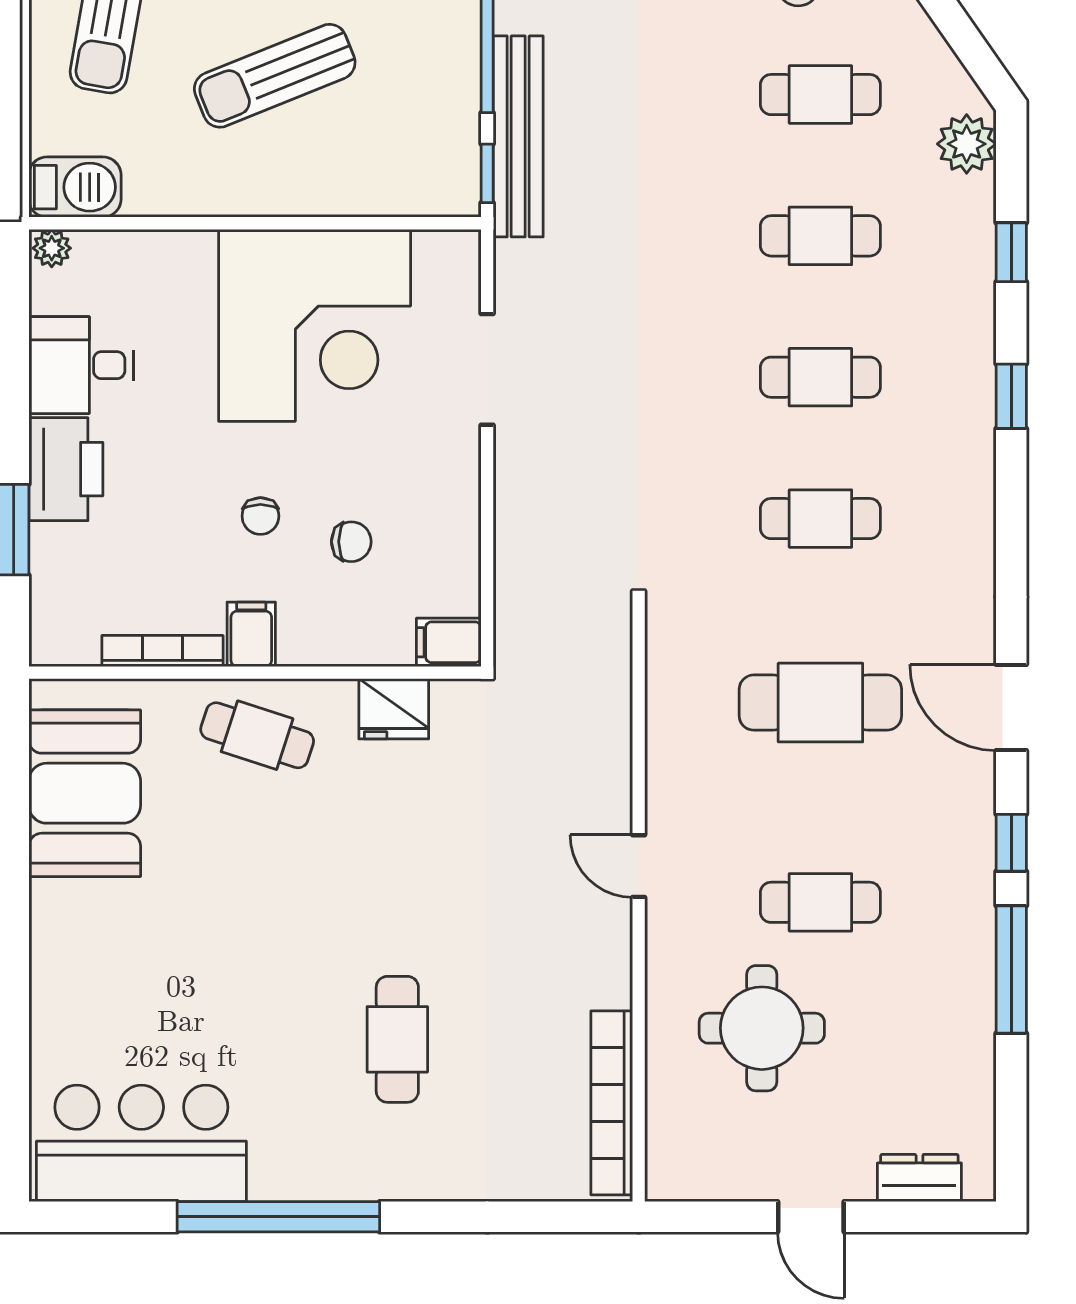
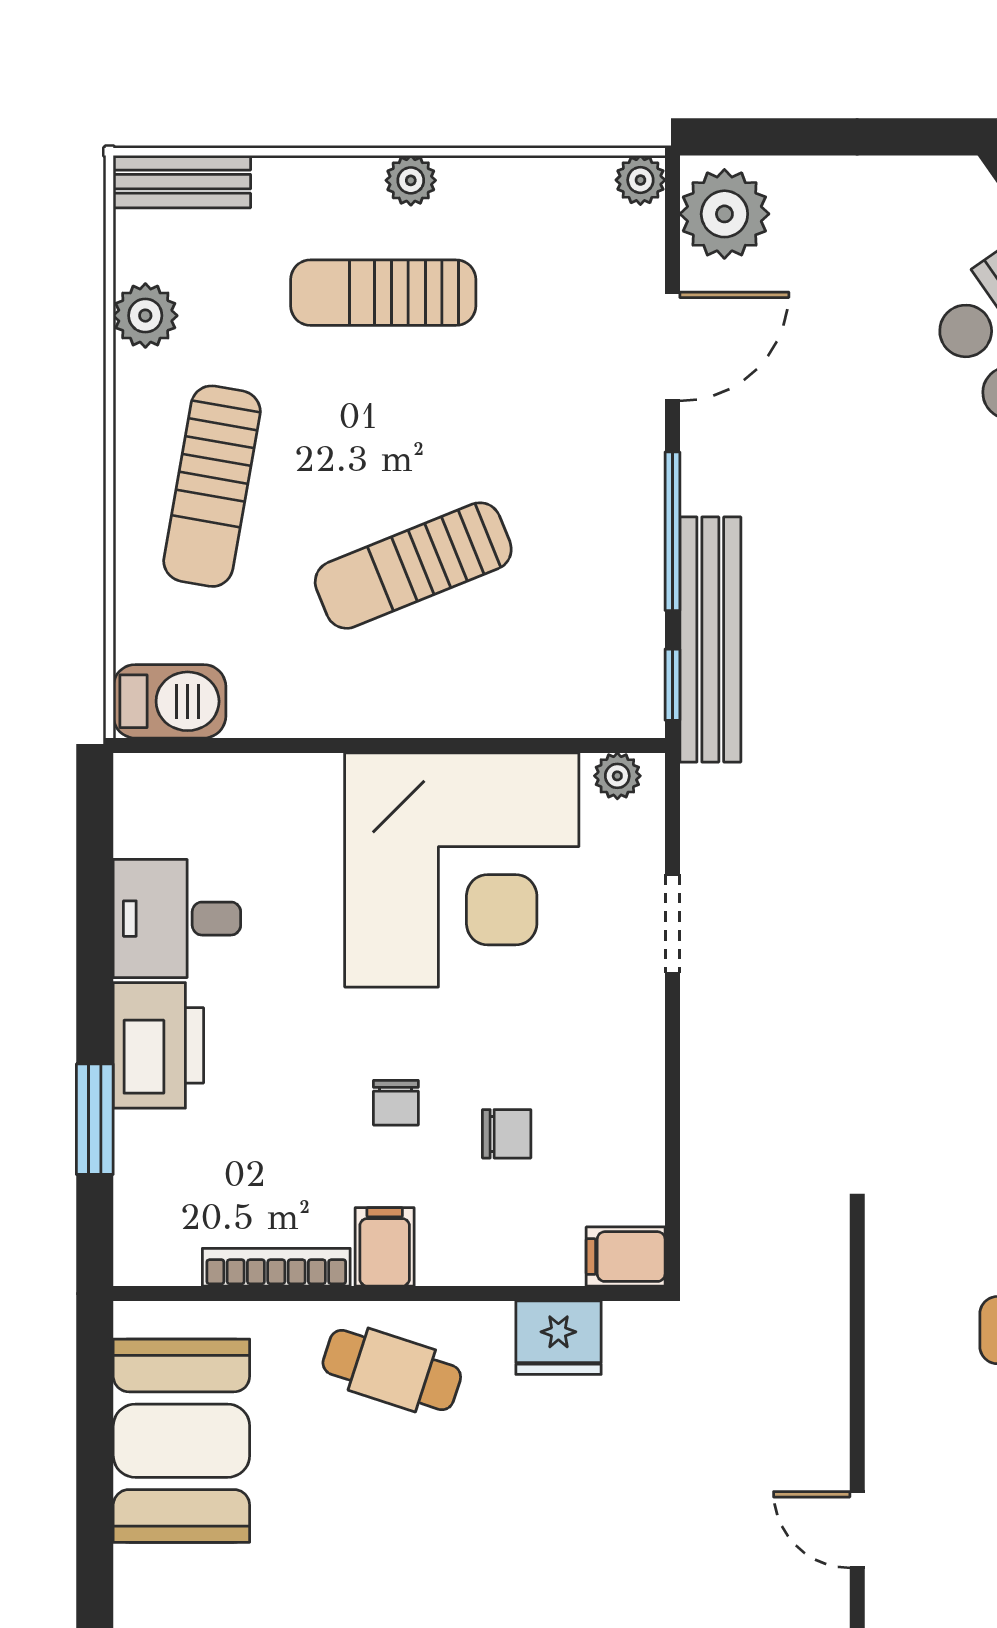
plant: (52, 248) -> (617, 776), moved
doorway: (487, 369) -> (672, 924), width x0.73

